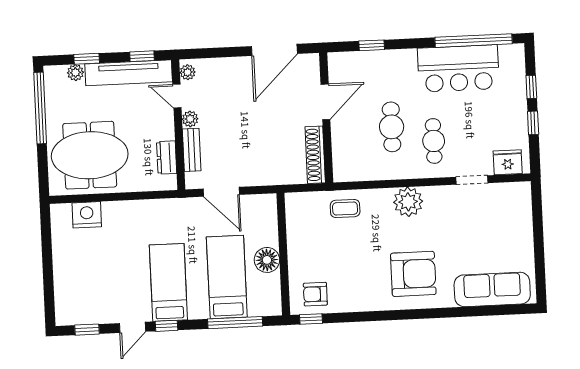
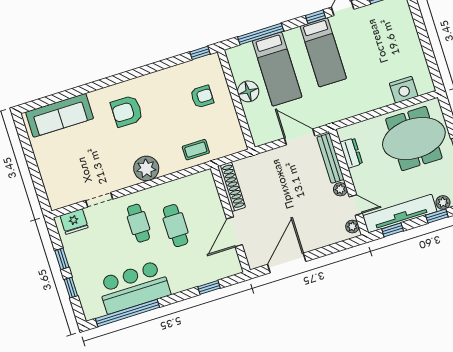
bench: (192, 150) -> (331, 158), width x1.36
armchair: (413, 274) -> (127, 111), width x0.73, depth x0.73
armchair: (315, 294) -> (202, 97), moved

